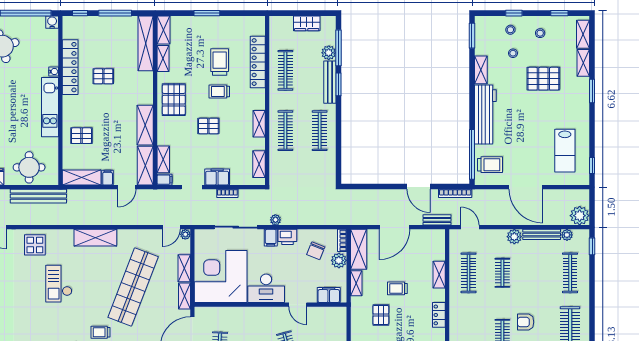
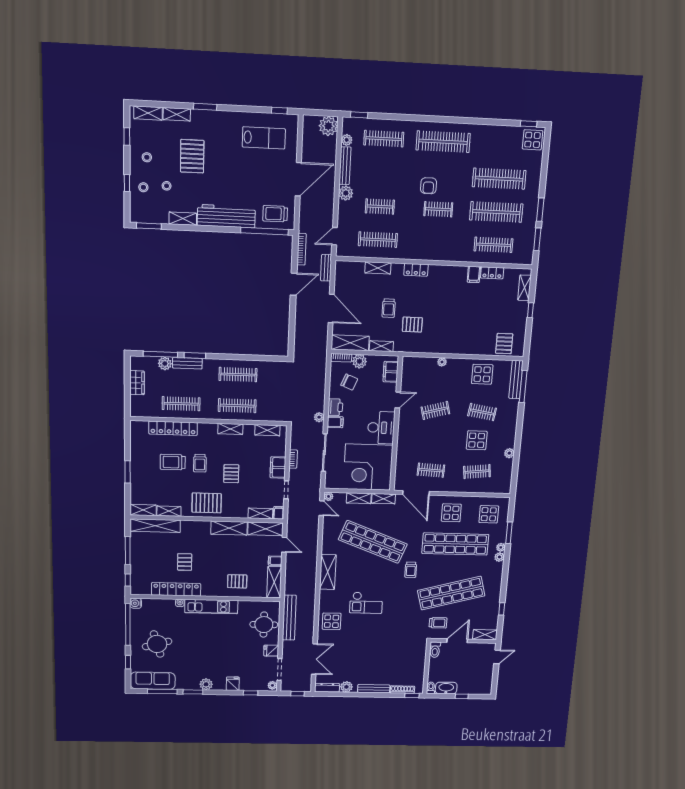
bench: (330, 82) -> (187, 363), width x0.73
pallet: (81, 136) -> (237, 581), turned 90
trolley: (490, 165) -> (275, 214), turned -90

